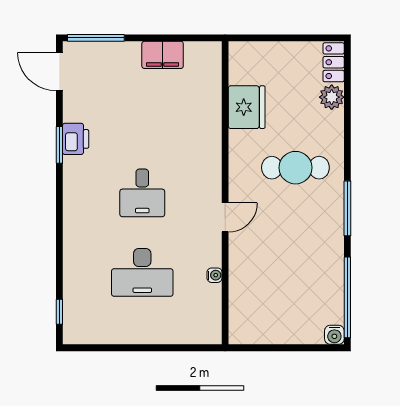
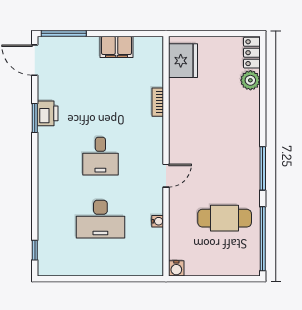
fridge: (247, 107) -> (183, 61), moved
bookcase: (215, 125) -> (158, 102), added
cafe table: (295, 168) -> (225, 218), moved
water cooler: (334, 335) -> (176, 268), moved

